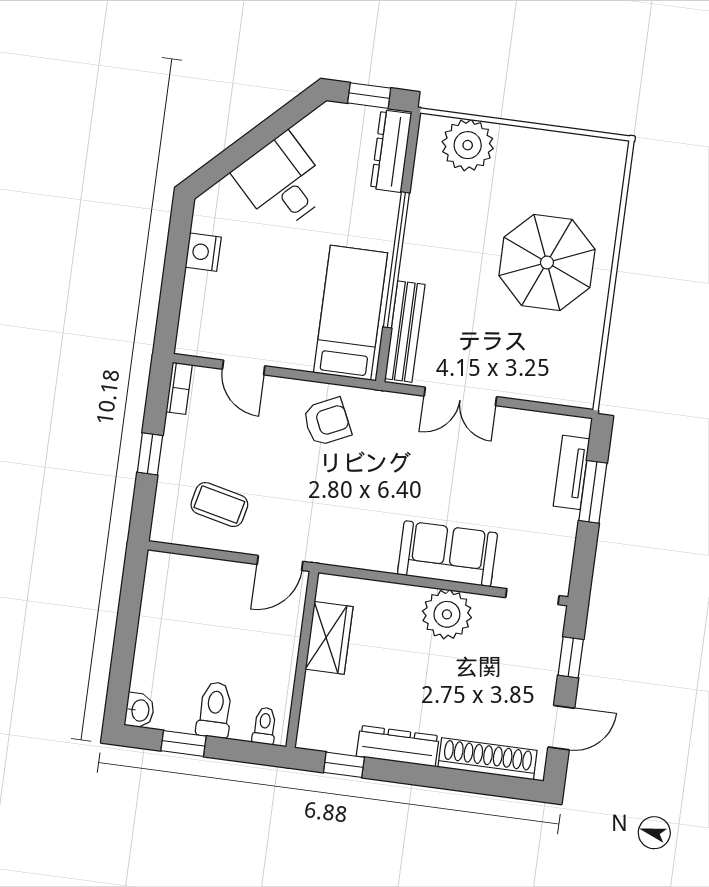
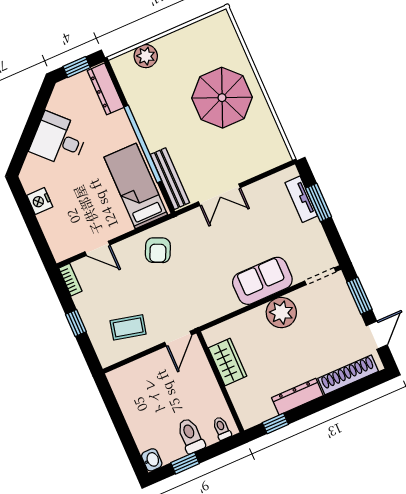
plant: (468, 145) -> (146, 56), width x0.73, depth x0.73
armchair: (327, 422) -> (158, 250), turned 140
window: (571, 657) -> (359, 296), width x1.50

